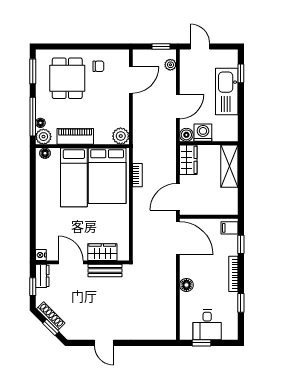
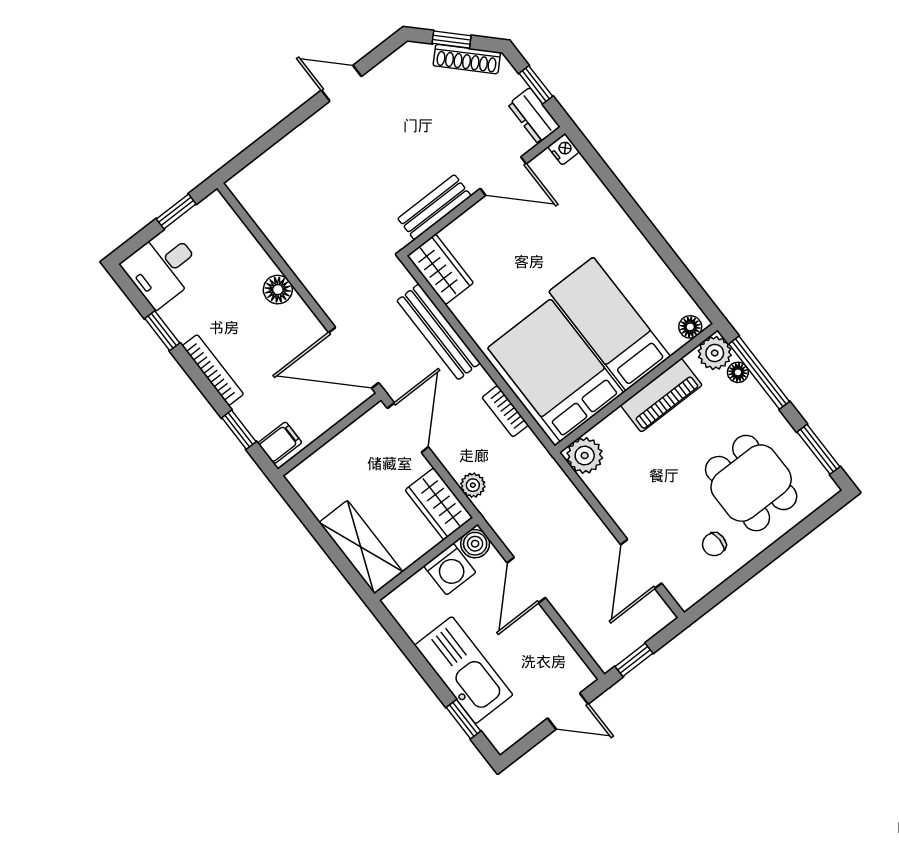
plant: (170, 65) -> (473, 485), moved
bench: (139, 223) -> (439, 332), added
wardrobe: (102, 252) -> (440, 269), moved, turned -90
desk: (207, 325) -> (163, 268), moved, turned -90

